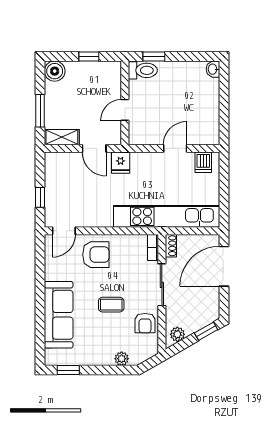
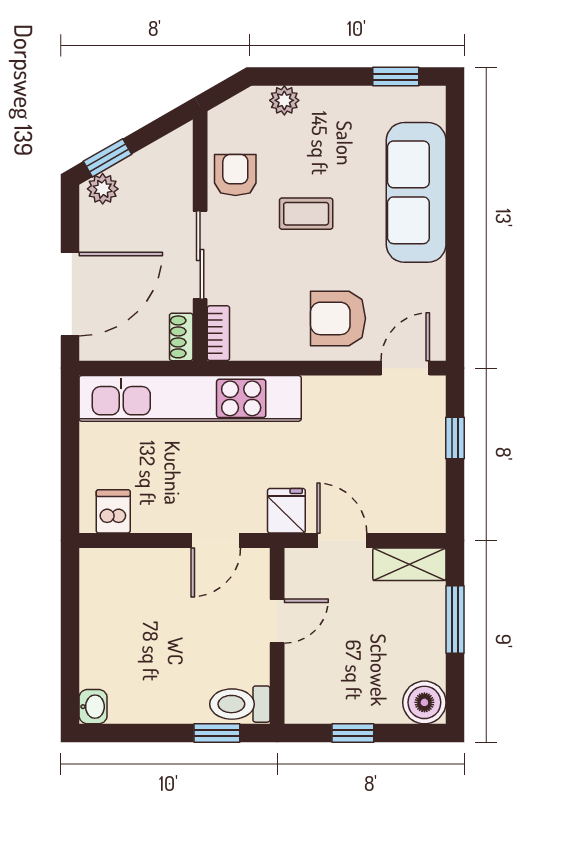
door: (175, 148) -> (216, 540), moved
plant: (177, 334) -> (103, 189), moved

